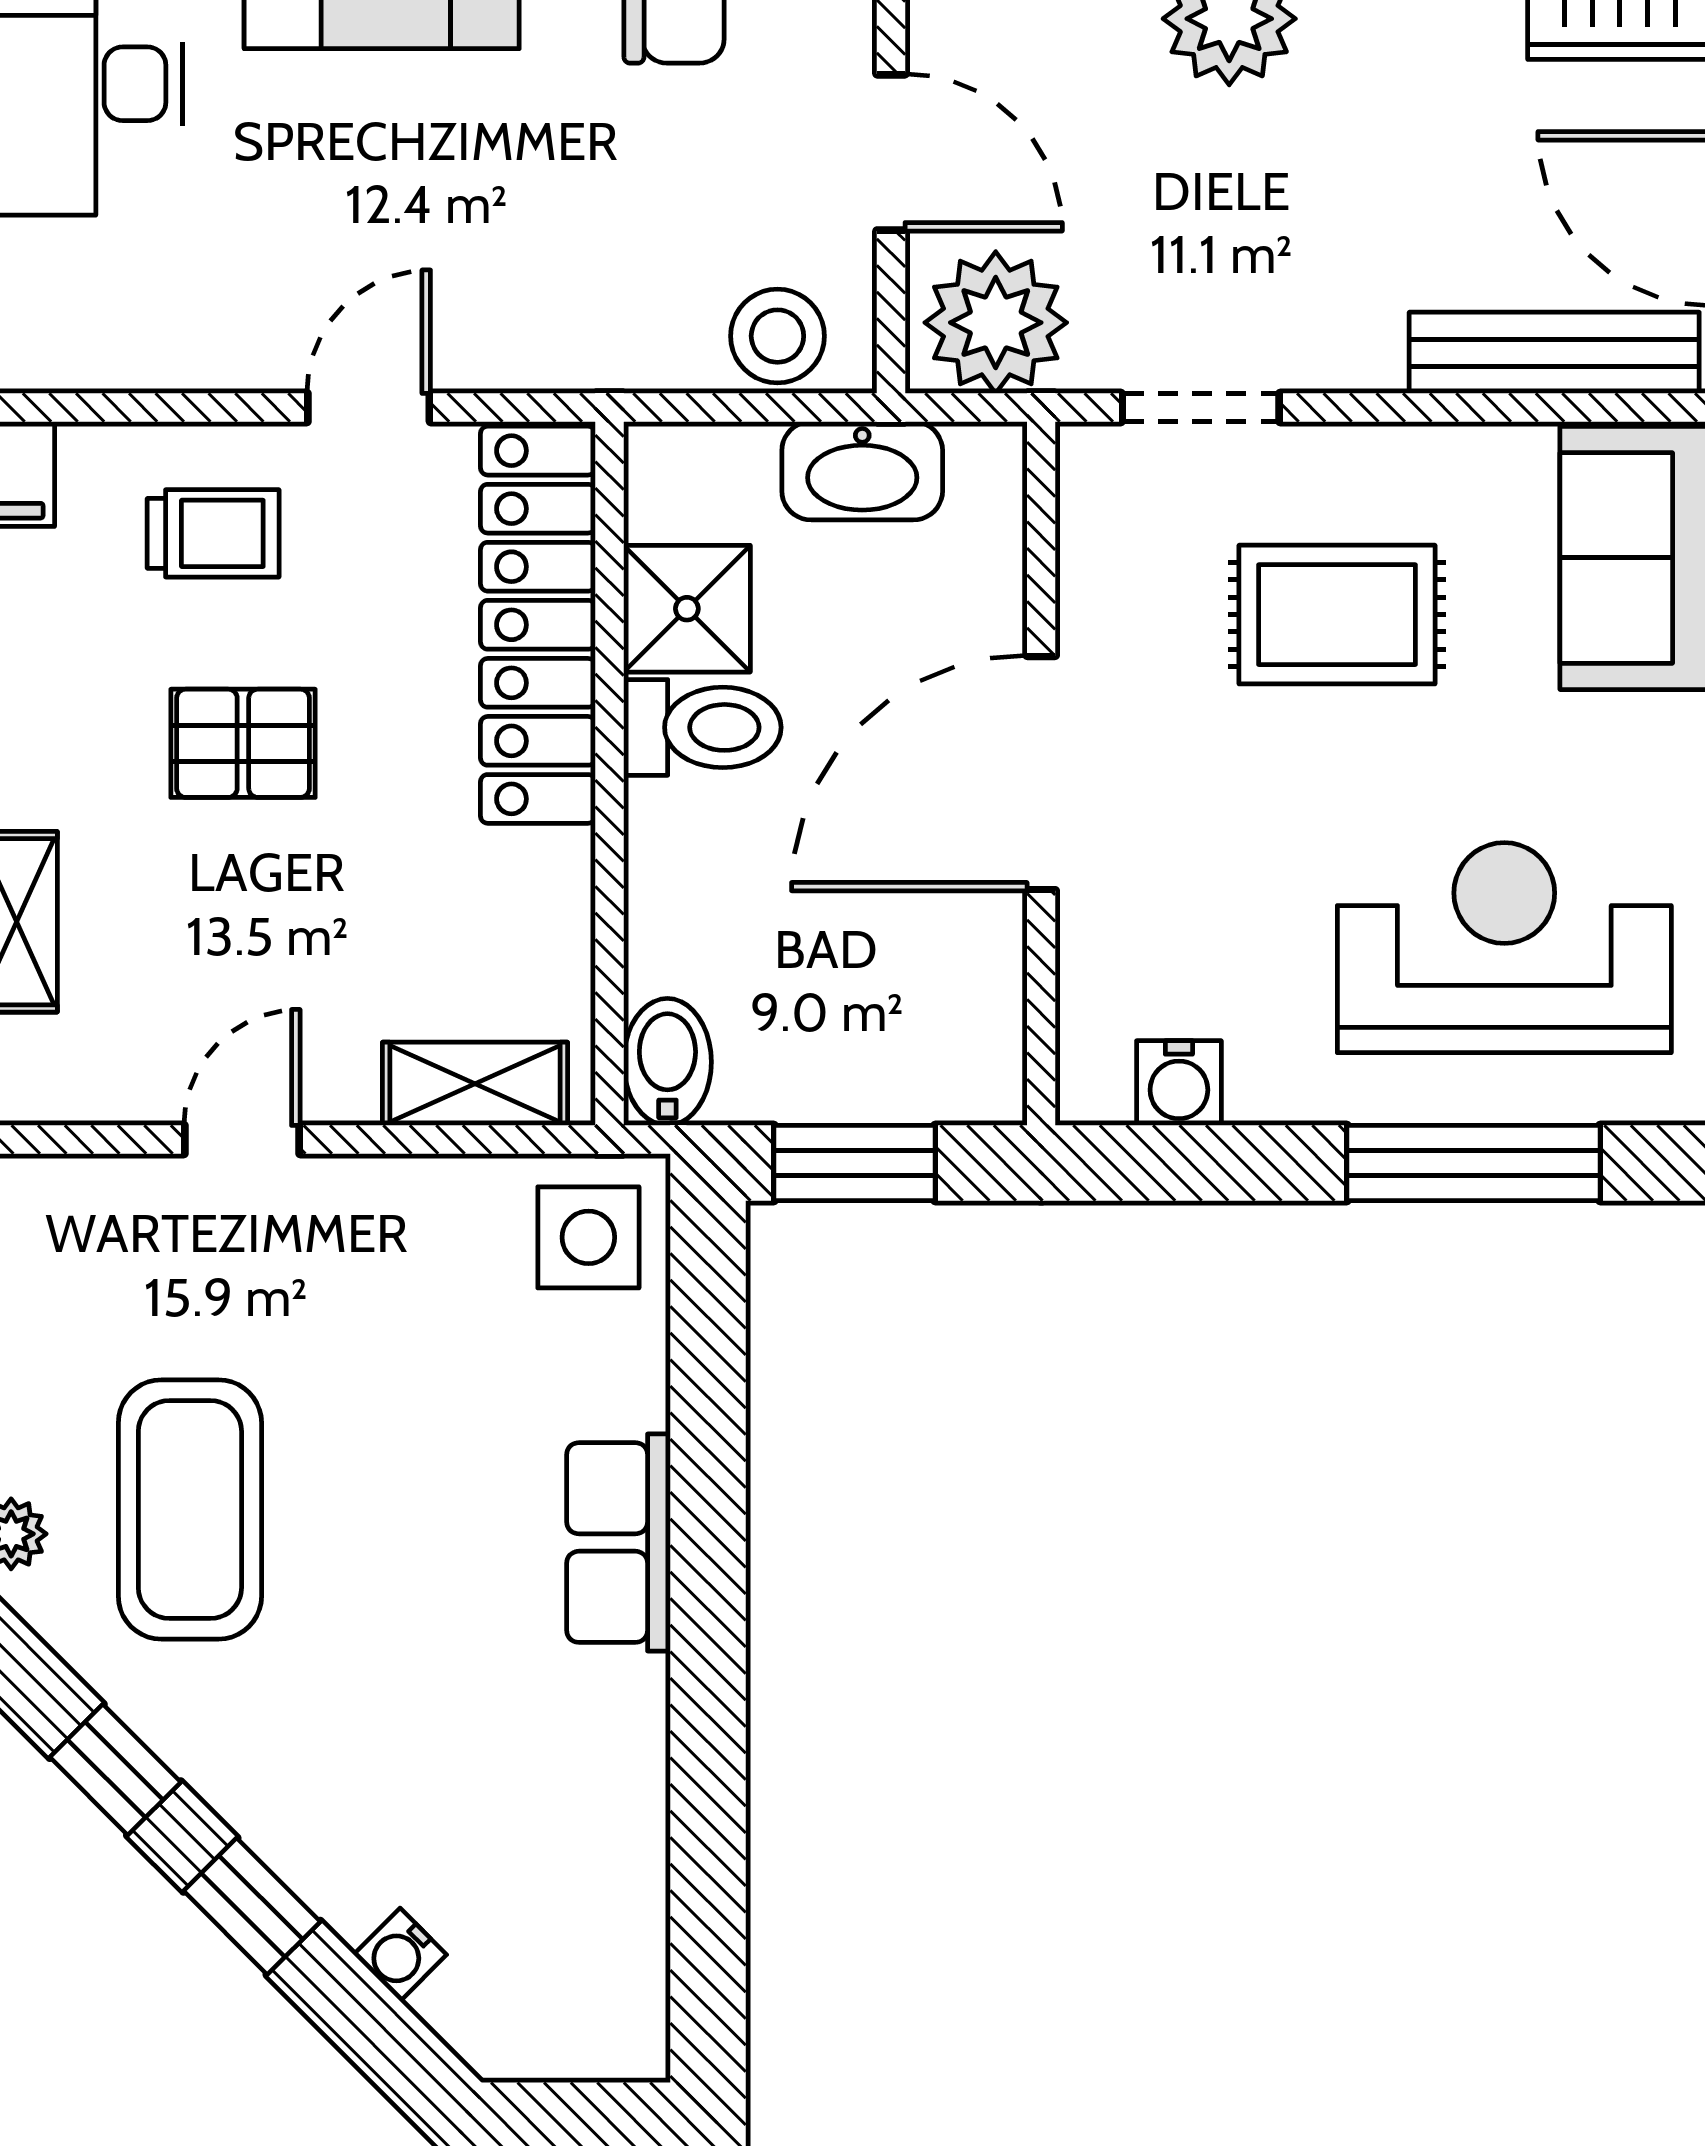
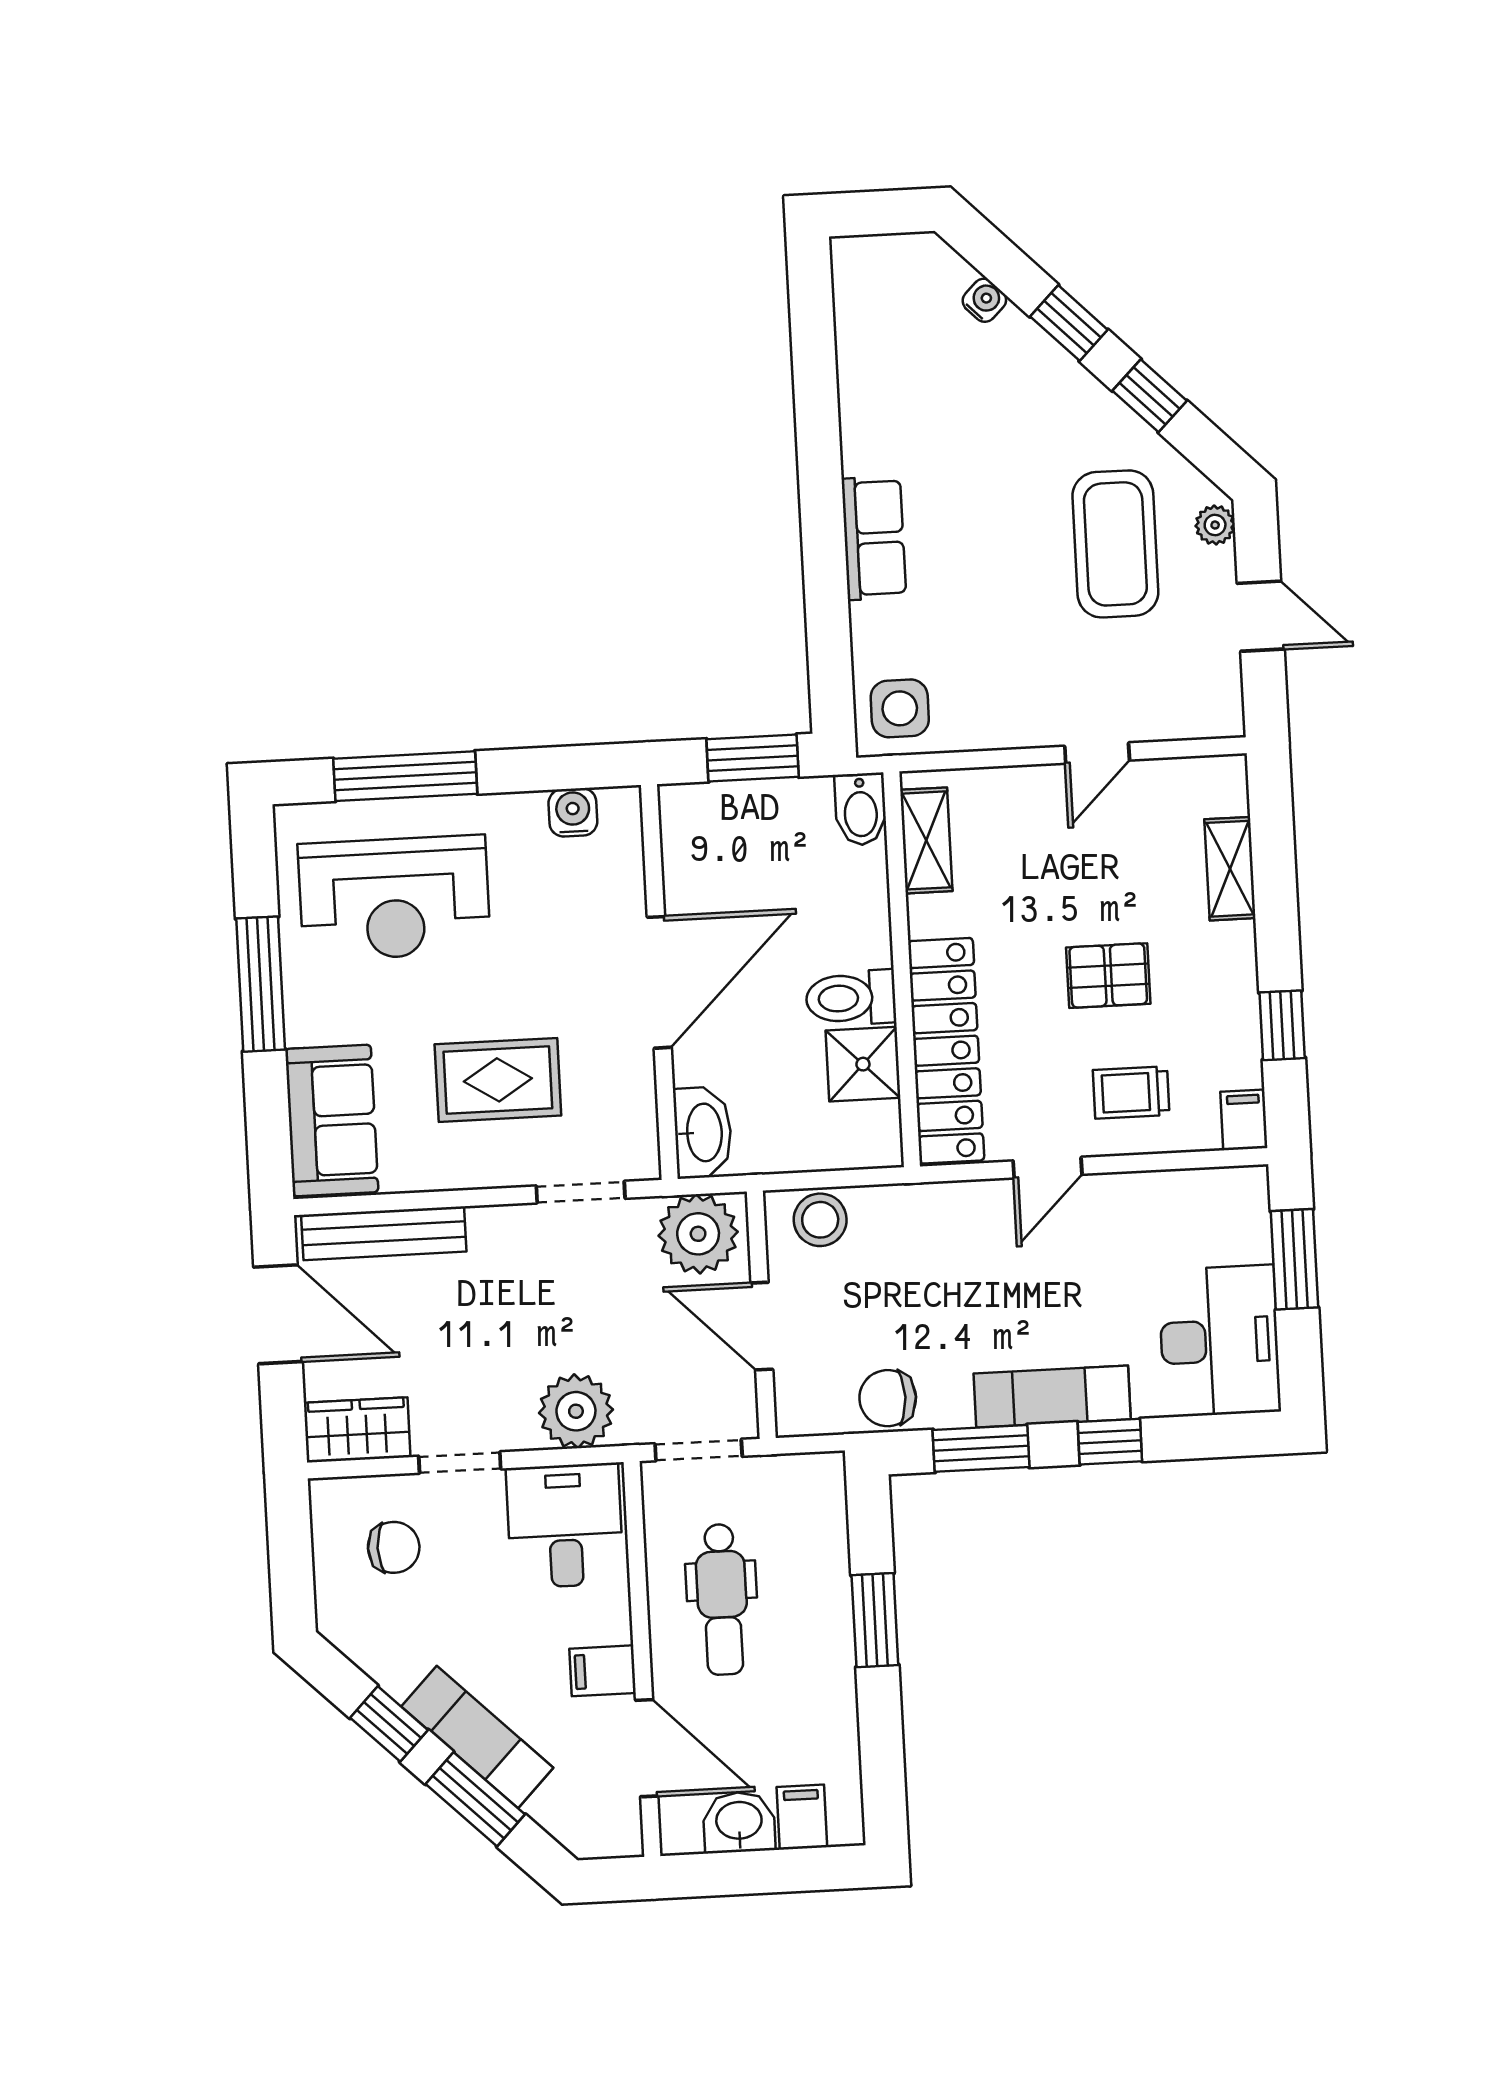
washbasin: (862, 471) -> (703, 1133), moved, turned 90
shelving: (475, 1084) -> (926, 840), moved, turned 90

